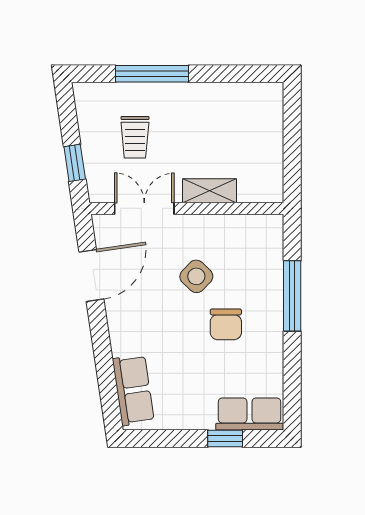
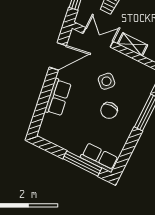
row of seats: (133, 390) -> (58, 97), moved
window: (225, 439) -> (82, 163), width x2.17

